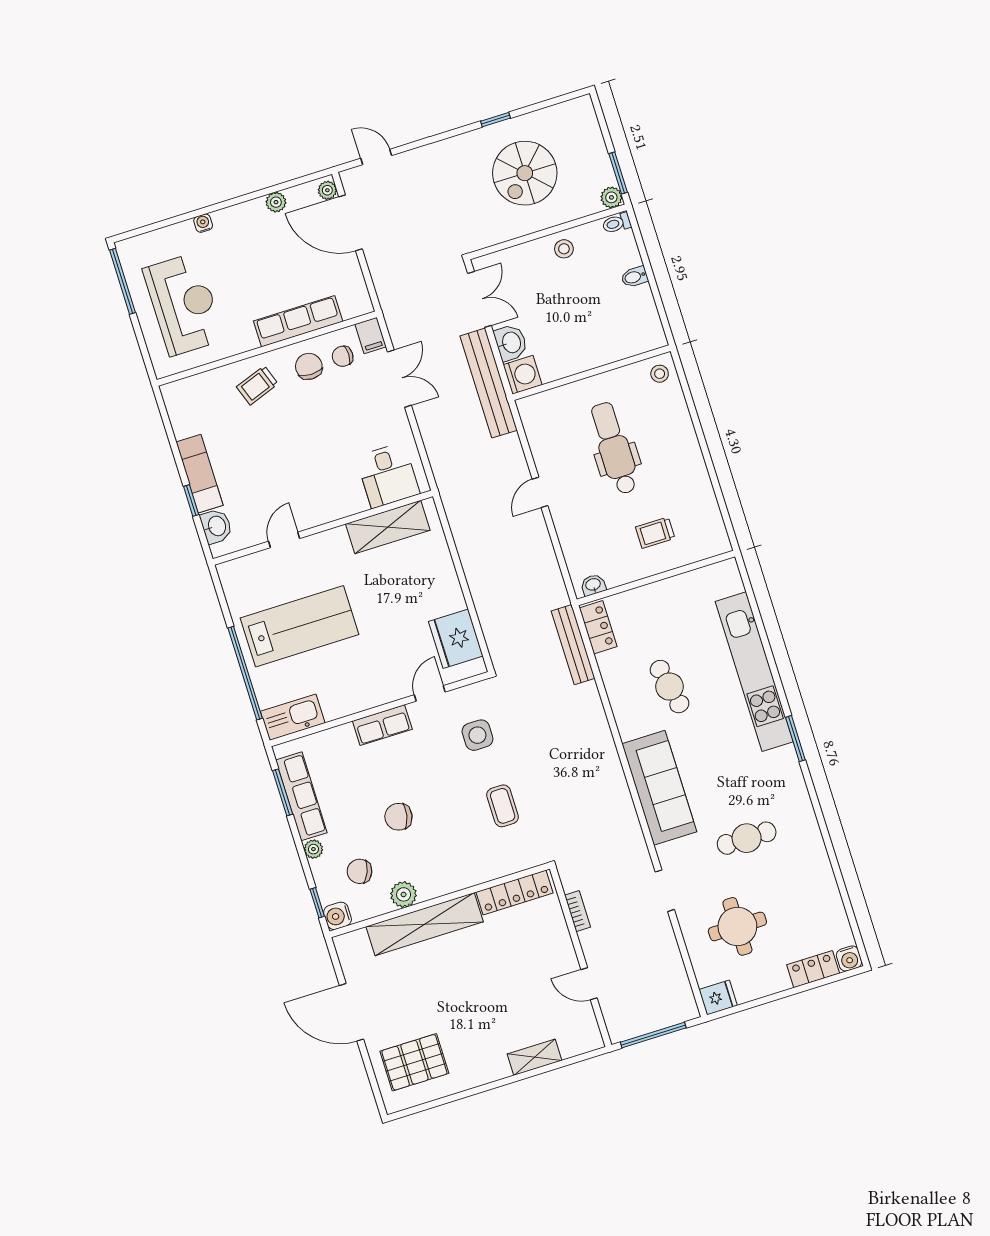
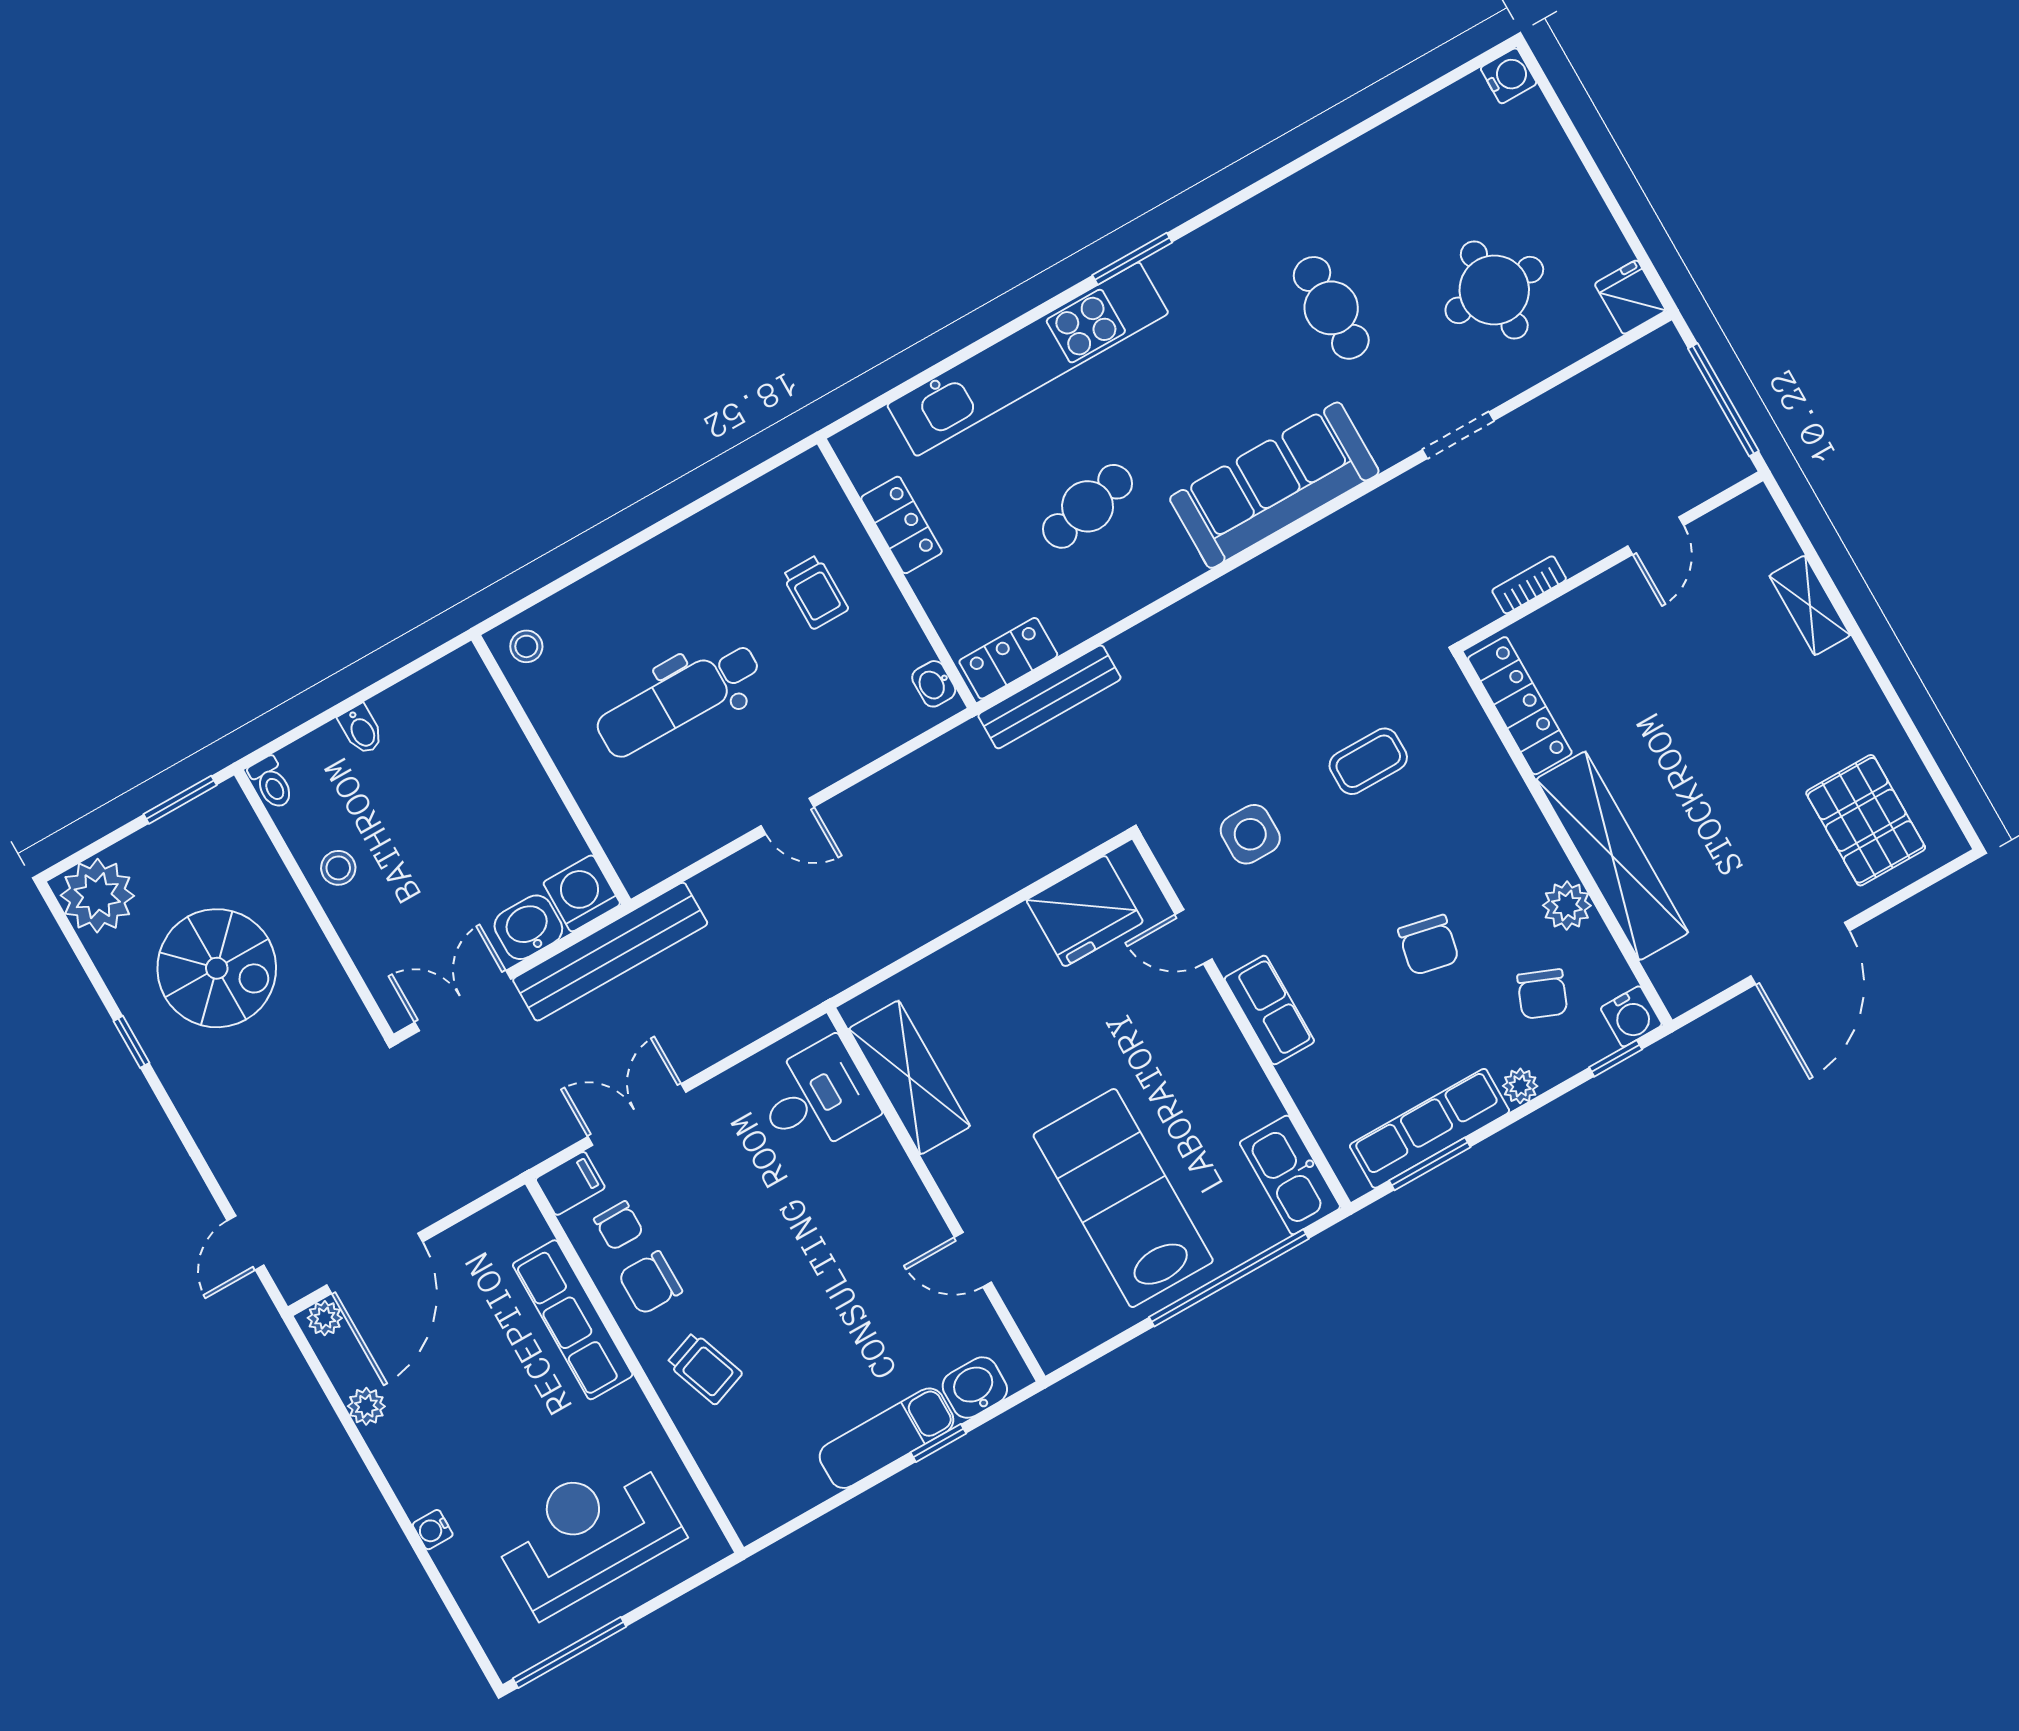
plant: (611, 197) -> (97, 896), moved, width x1.88, depth x1.88
locker: (813, 969) -> (902, 525), moved, turned 180

